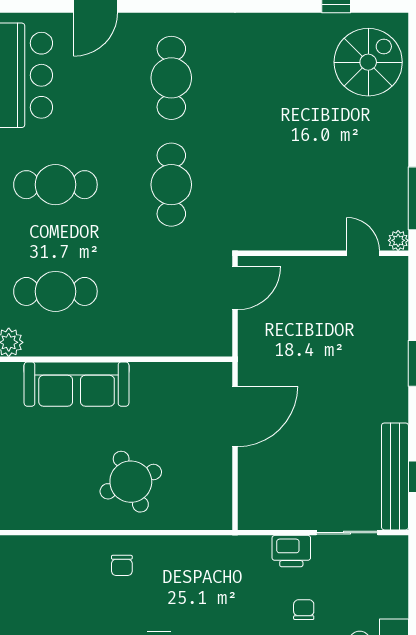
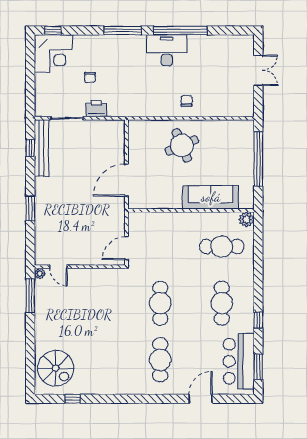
spiral stairs: (368, 62) -> (56, 368), turned -90
cafe table: (55, 185) -> (222, 303), turned 90

